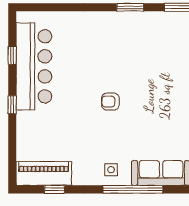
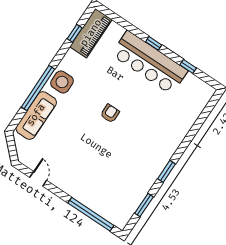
bar counter: (34, 66) -> (150, 63), moved
side table: (111, 170) -> (62, 82), width x1.87, depth x1.87

